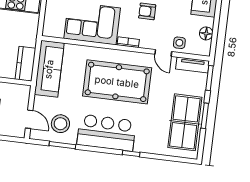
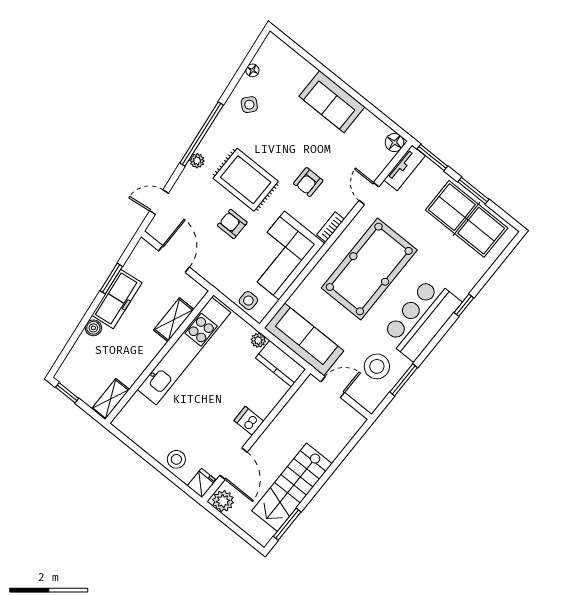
floor lamp: (206, 33) -> (395, 143), moved
plant: (31, 41) -> (258, 340), added
side table: (179, 43) -> (248, 301), moved
door: (163, 53) -> (369, 194), swing flipped
door: (29, 119) -> (333, 387), moved

